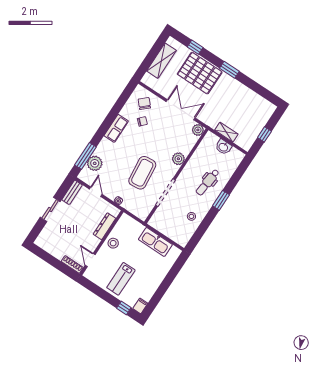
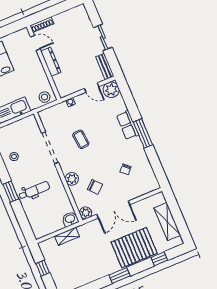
chair: (144, 104) -> (95, 187), moved
row of seats: (116, 128) -> (128, 125), moved
washbasin: (223, 147) -> (70, 219), moved
window: (85, 156) -> (143, 133), moved
plant: (95, 163) -> (111, 90), moved
coffee table: (142, 173) -> (81, 139), width x0.54, depth x0.58
dental chair: (208, 182) -> (34, 191), turned 84
dresser: (104, 226) -> (51, 62), moved
stool: (113, 243) -> (45, 97), moved

